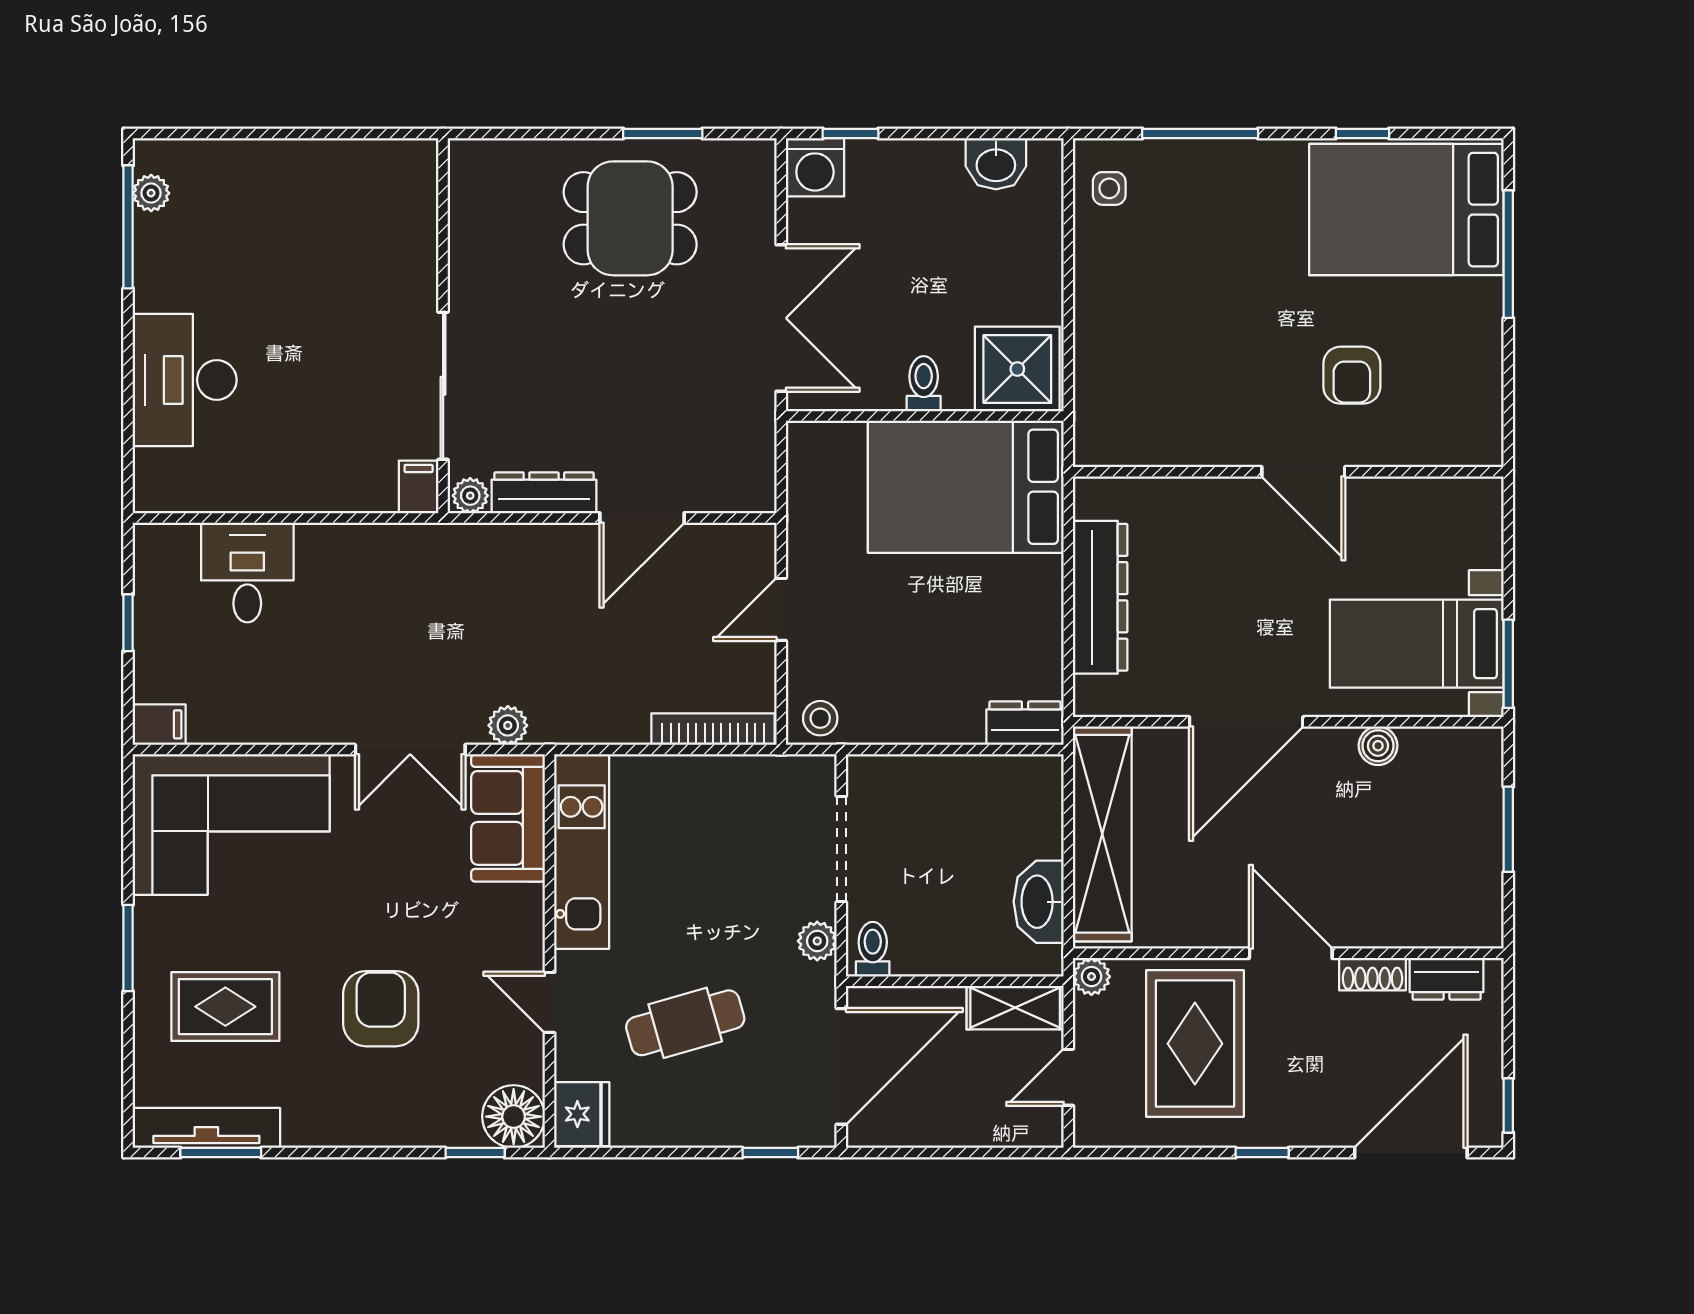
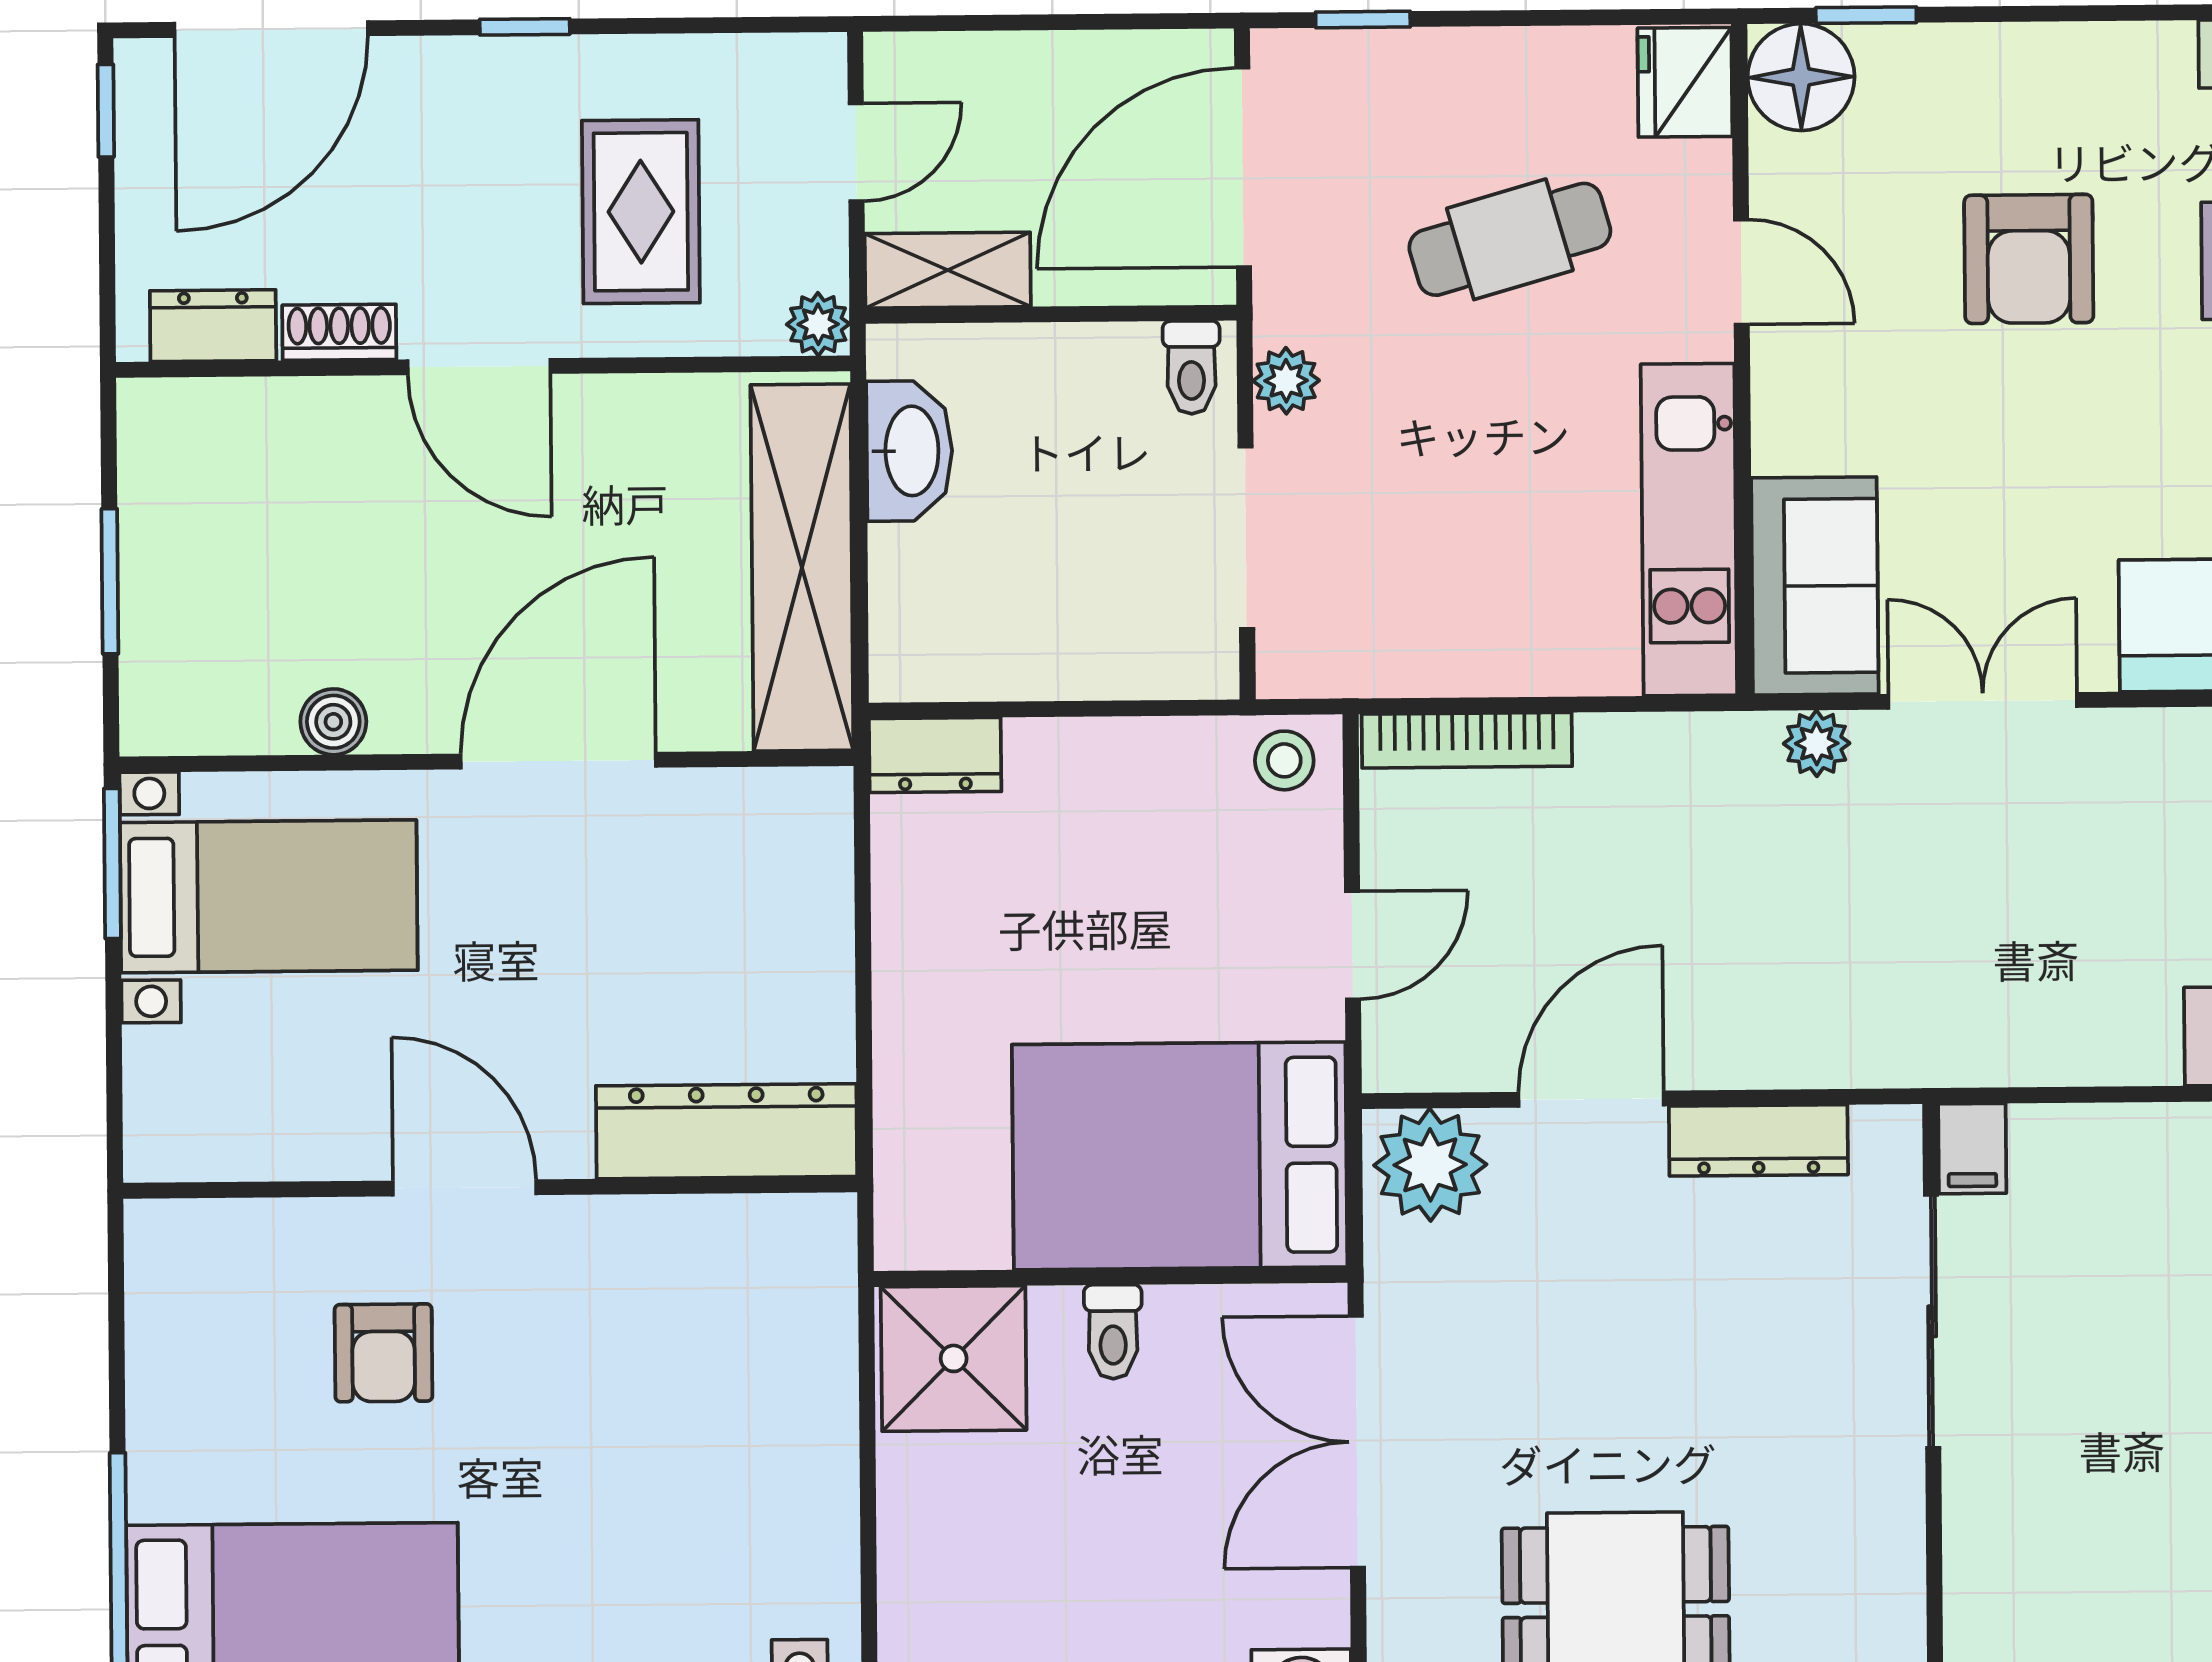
armchair: (1352, 375) -> (383, 1353), turned 180
bed: (966, 487) -> (1180, 1156), moved, turned 180
plant: (470, 496) -> (1430, 1165), moved, width x1.87, depth x1.87
dresser: (1100, 597) -> (726, 1131), moved, turned 90
rug: (1195, 1044) -> (641, 212), width x0.73, depth x0.70

